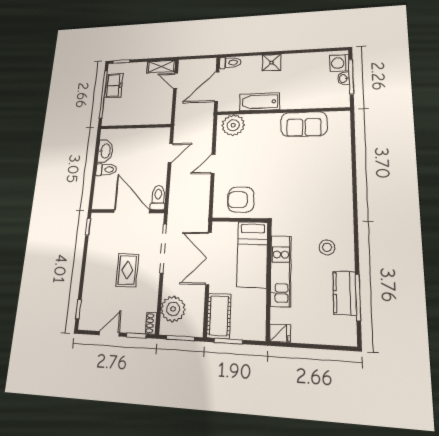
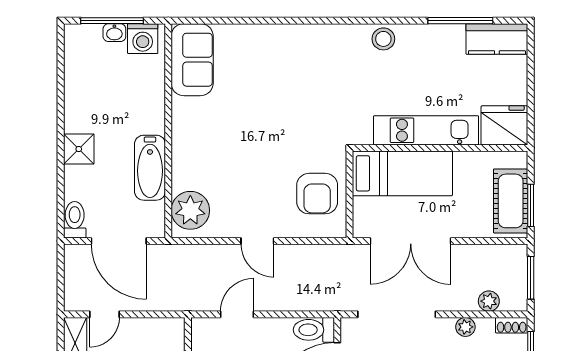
washing machine: (339, 63) -> (143, 39), moved
sofa: (304, 124) -> (192, 60), moved
door: (170, 153) -> (237, 314), hinge flipped
stool: (327, 247) -> (383, 39), moved
plant: (152, 292) -> (465, 327), added
kitchen counter: (345, 293) -> (497, 39), moved
plant: (173, 309) -> (489, 301), width x0.53, depth x0.53
cot: (219, 316) -> (511, 201), moved, turned 90
fridge: (280, 333) -> (504, 125), width x1.88, depth x1.34

